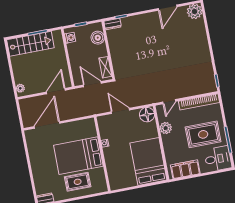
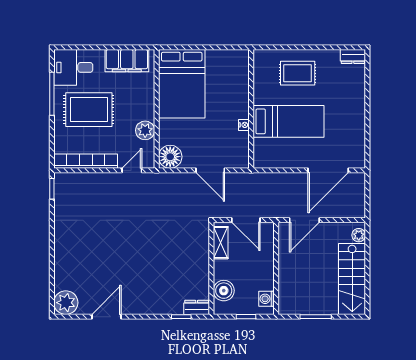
stairs: (30, 44) -> (352, 279), moved, turned -90
bed: (78, 156) -> (289, 121), width x0.67

